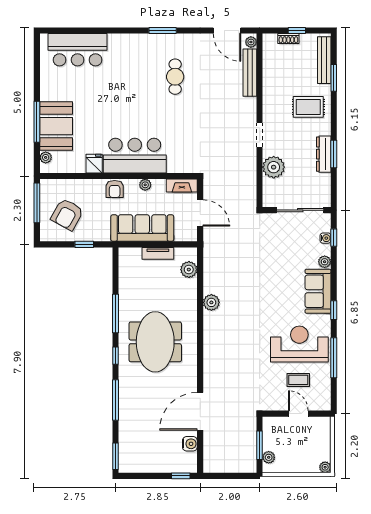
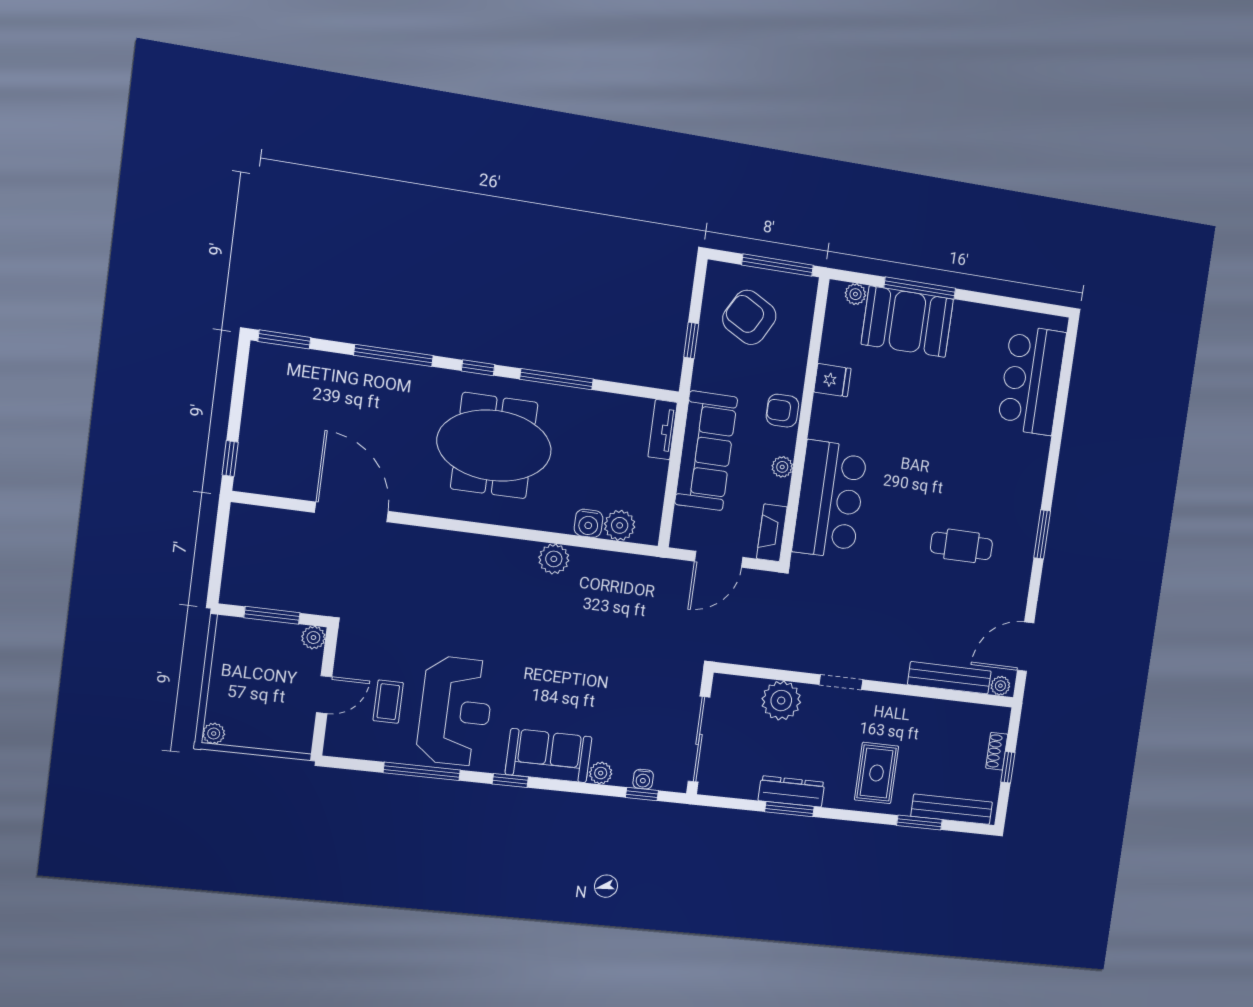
bar counter: (135, 156) -> (830, 500), moved
tv unit: (158, 253) -> (663, 430), moved
water cooler: (190, 444) -> (588, 523), moved
plant: (269, 457) -> (313, 638), moved

